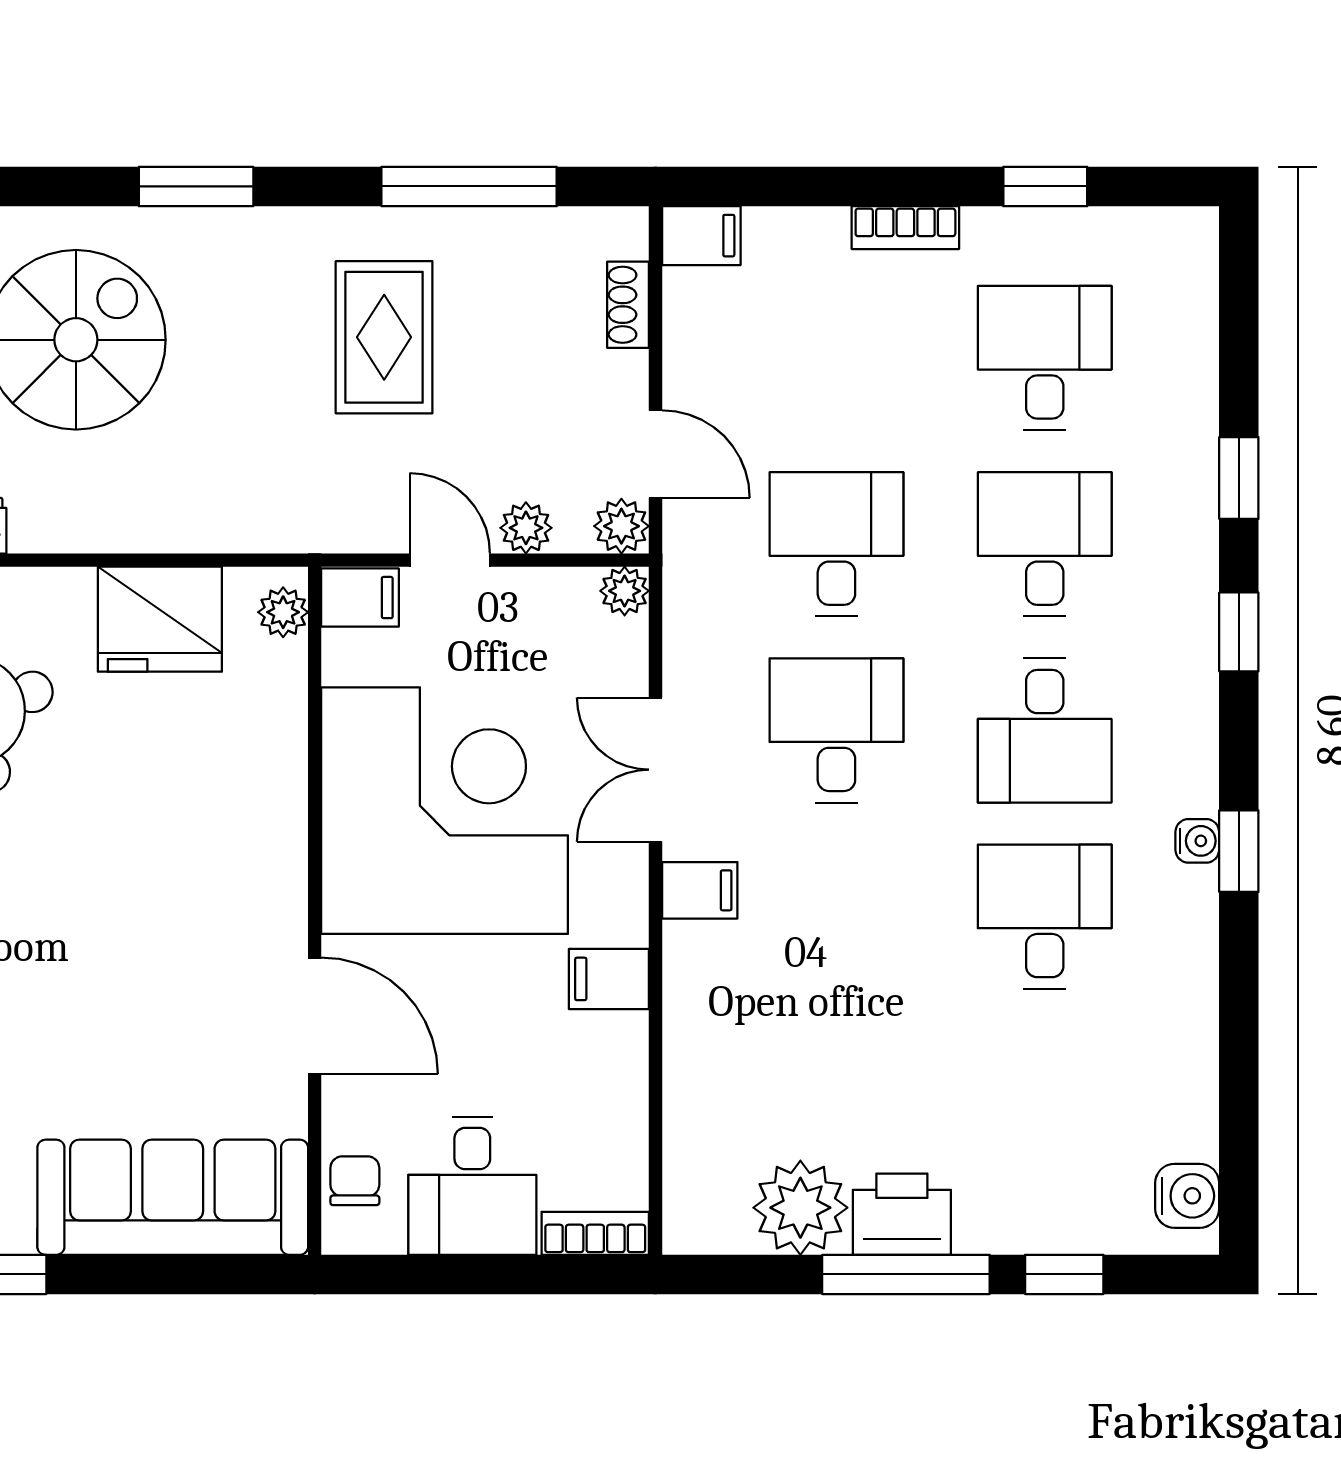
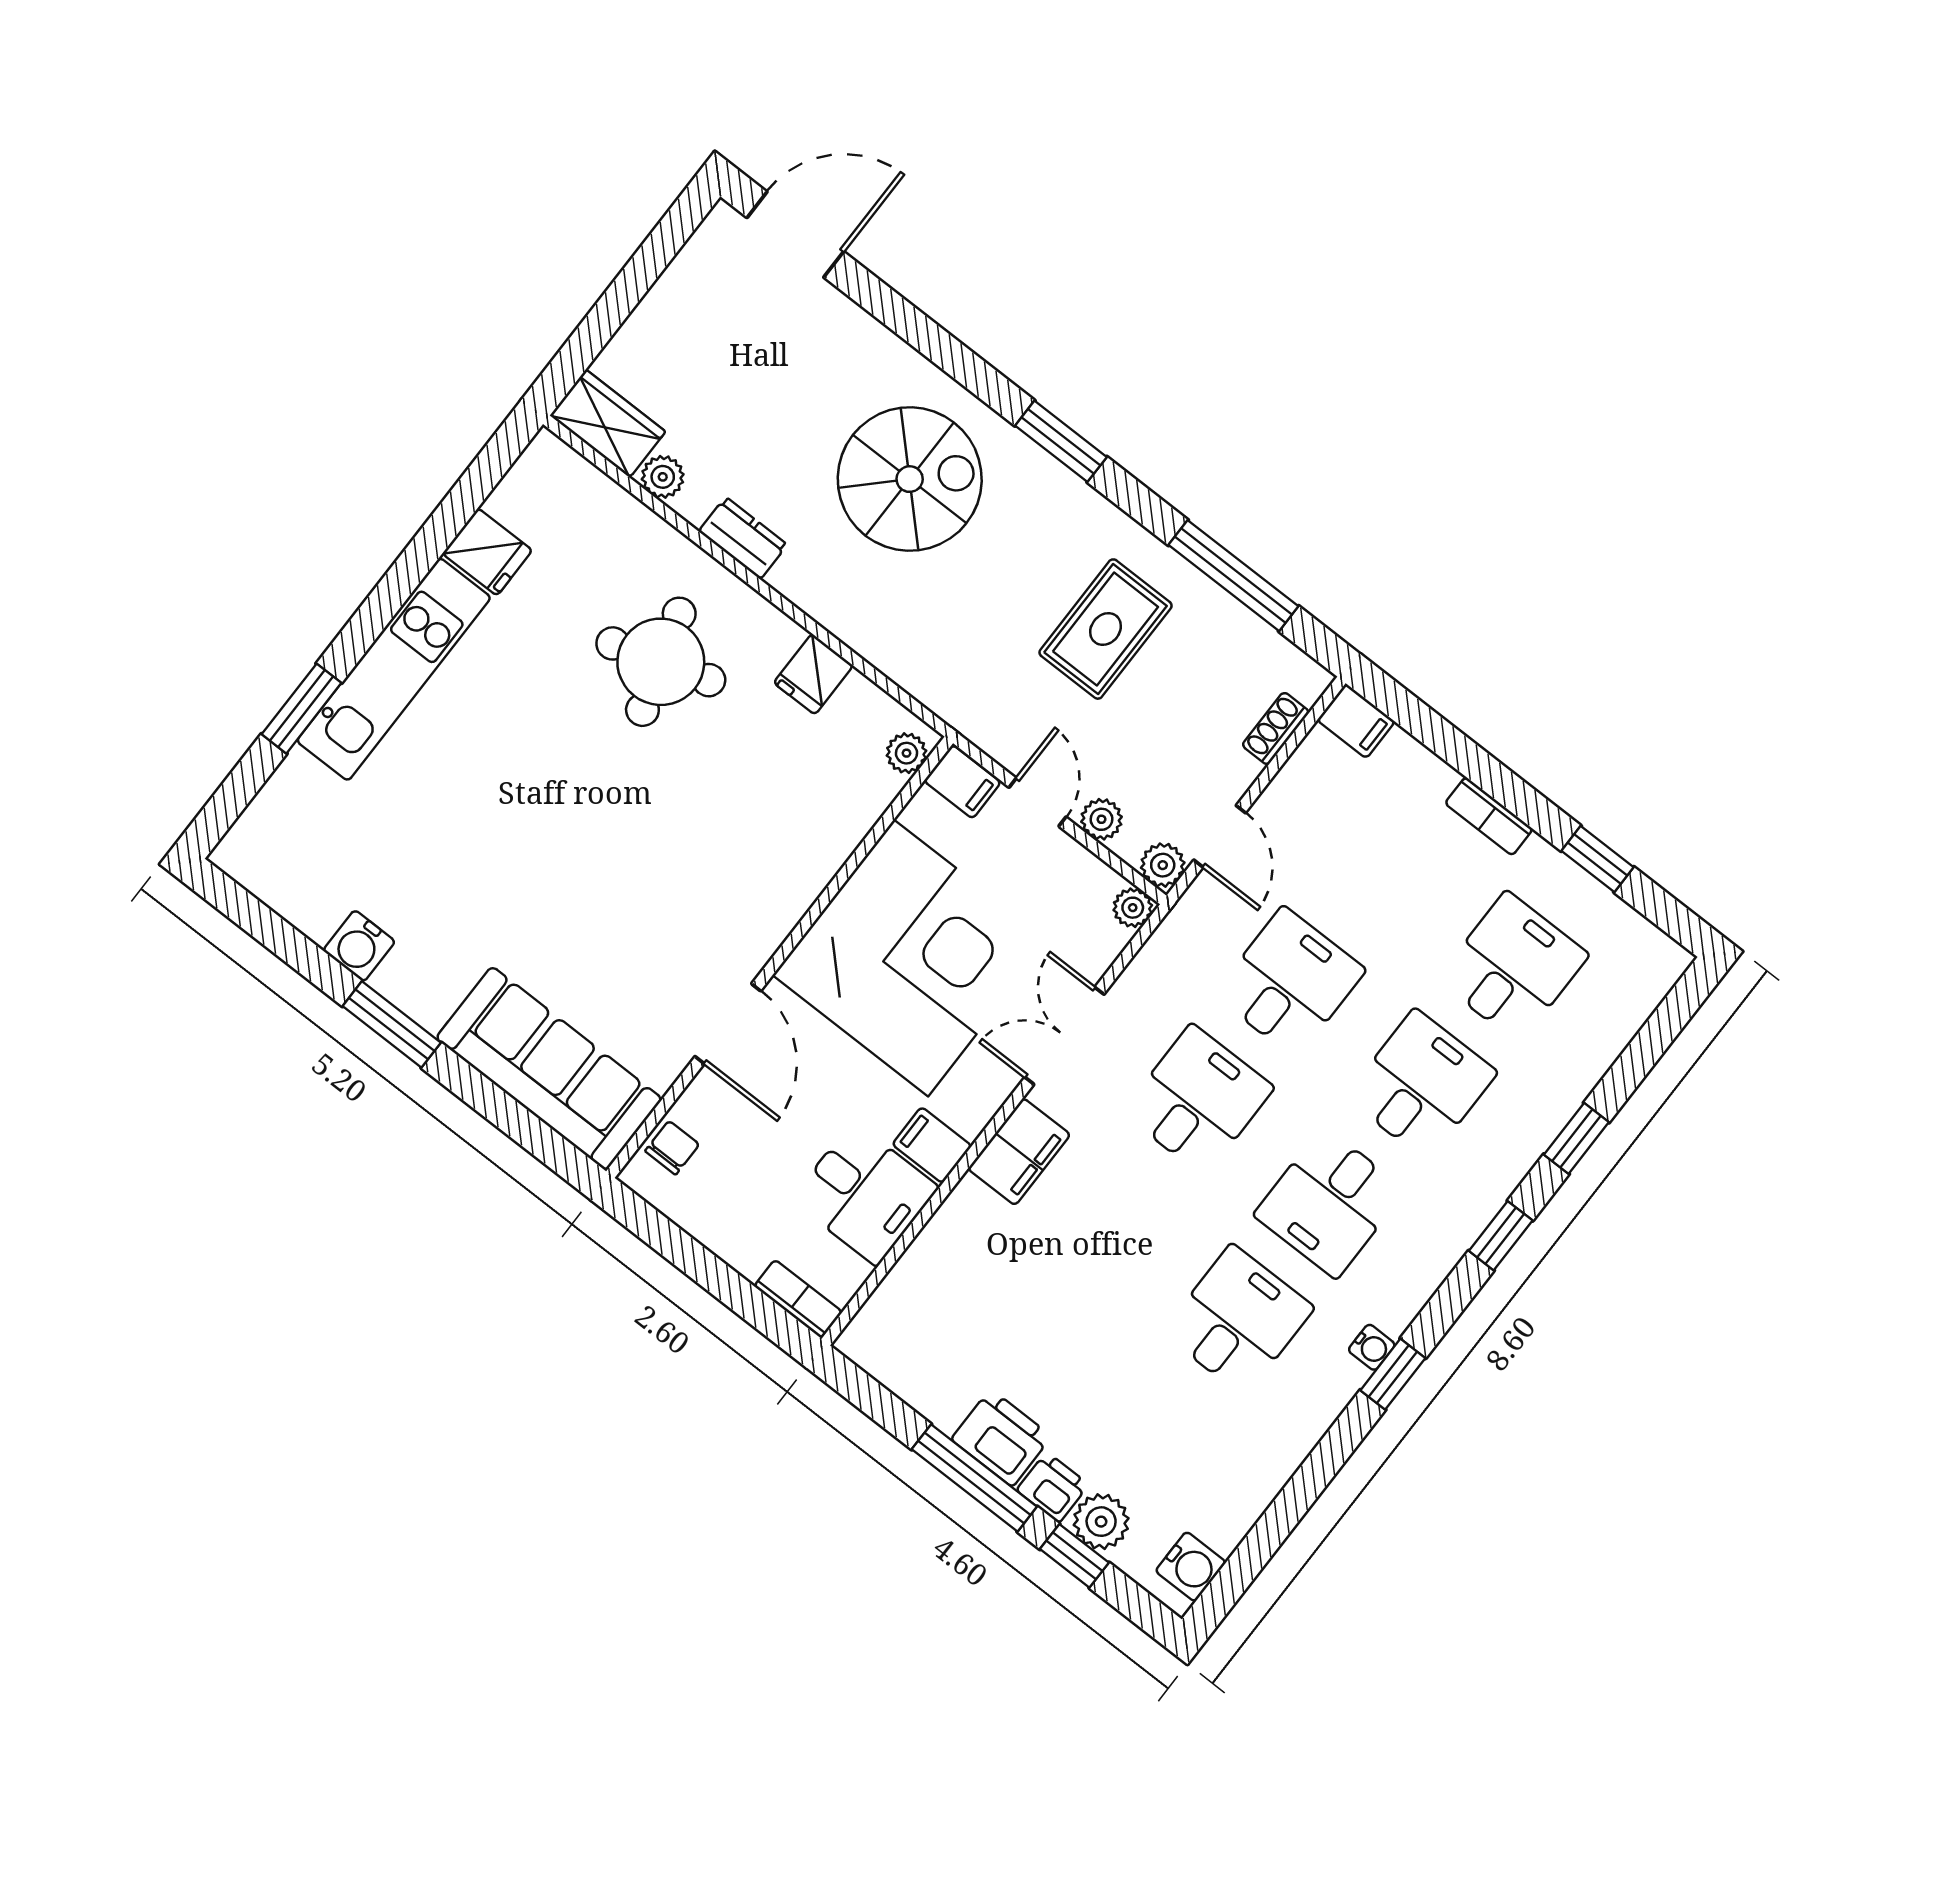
fridge: (160, 619) -> (813, 674), width x0.53, depth x0.75
filing cabinet: (700, 890) -> (1019, 1152), width x2.00
desk: (472, 1186) -> (865, 1194), moved, turned -90
plant: (800, 1208) -> (1101, 1522), moved, width x0.73, depth x0.73
printer: (990, 1224) -> (1053, 1487), added

